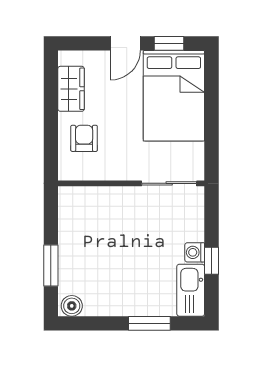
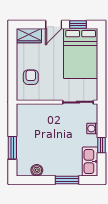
wardrobe: (71, 89) -> (29, 36), moved, turned 90
washing machine: (195, 252) -> (92, 128), moved
boiler: (72, 306) -> (37, 170), moved

